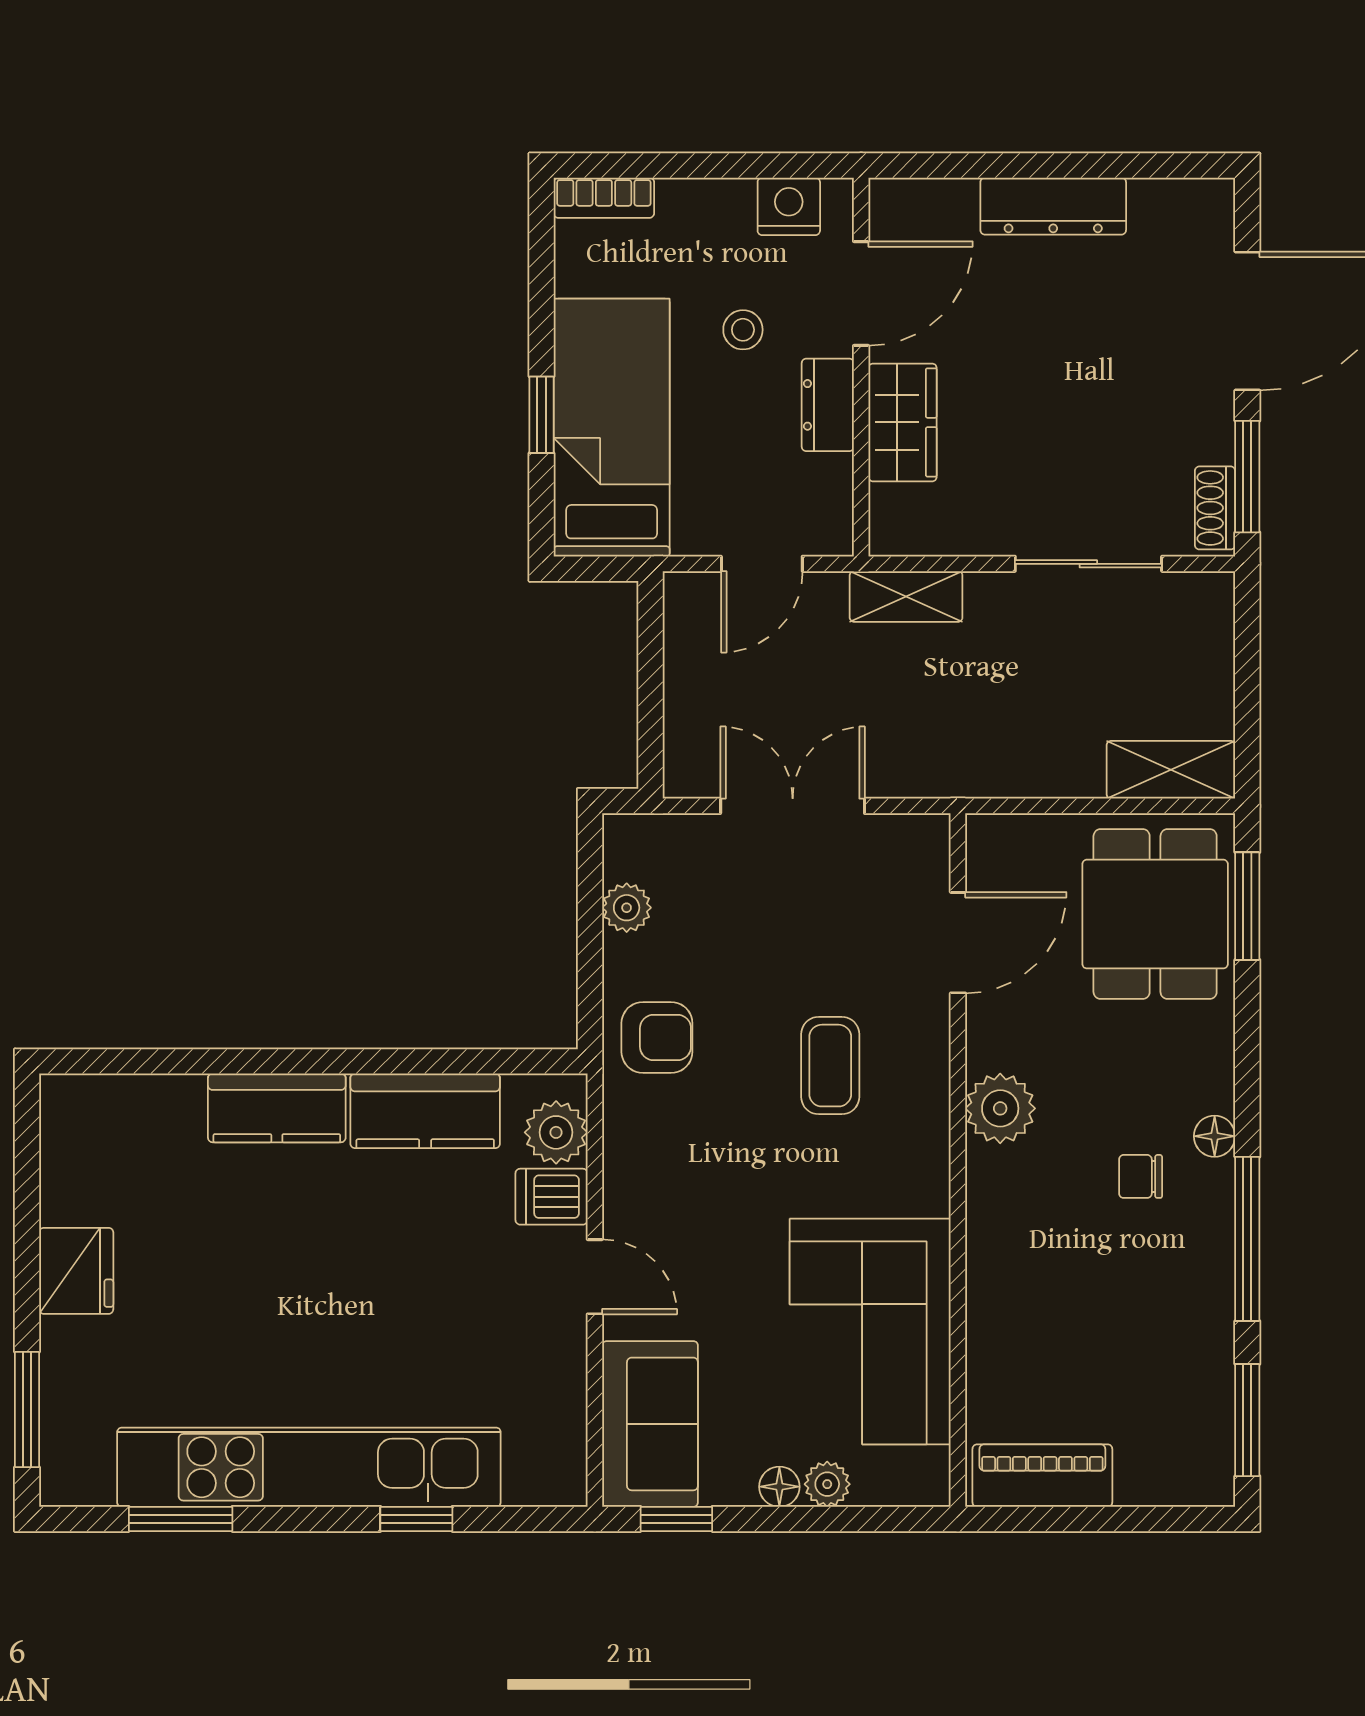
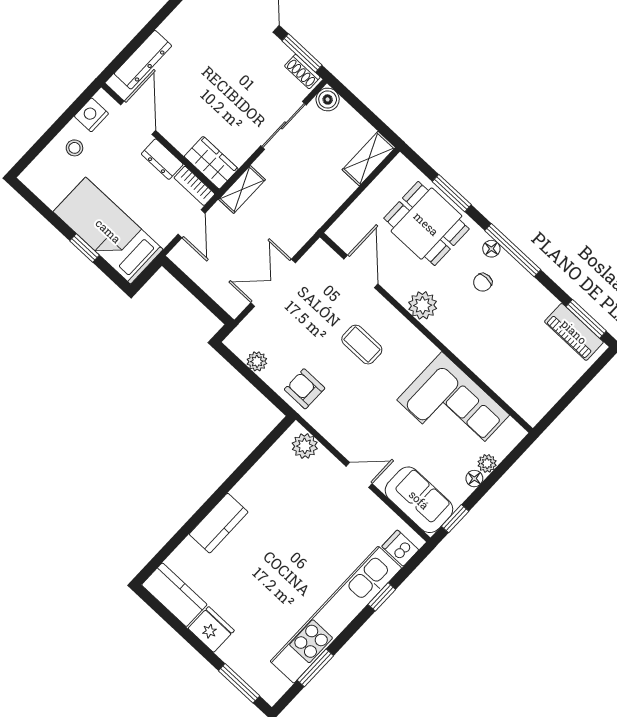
bookcase: (604, 198) -> (194, 186), moved, turned 90
dresser: (1053, 206) -> (143, 60), moved
stool: (743, 330) -> (74, 148), moved
wardrobe: (903, 422) -> (211, 163), moved
boiler: (1207, 599) -> (328, 99), added
window: (1247, 906) -> (452, 193), moved
dining table: (1155, 914) -> (426, 224), moved
armchair: (657, 1037) -> (305, 389), turned -90
kitchen counter: (425, 1111) -> (174, 595), moved, turned -90
dishwasher: (551, 1197) -> (400, 548), moved, turned 90
window: (1247, 1239) -> (513, 250), moved
piano: (1042, 1476) -> (574, 332), moved, turned -90

